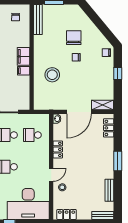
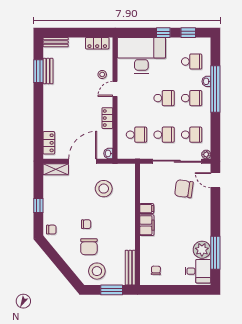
stool: (67, 17) -> (97, 271), added
stool: (52, 75) -> (104, 189), moved
window: (118, 161) -> (38, 71), moved

